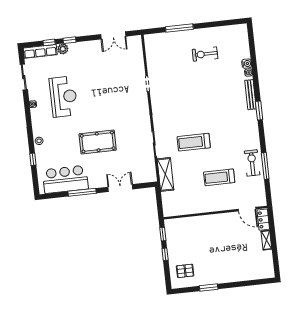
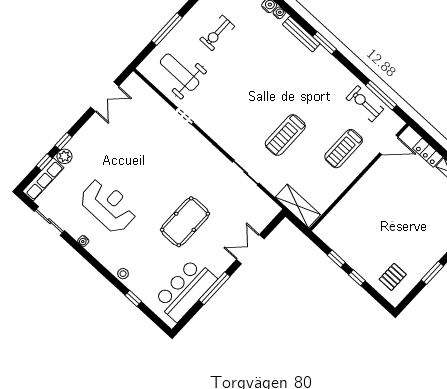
weight bench: (166, 58) -> (180, 72), added
shelving: (165, 174) -> (298, 206), moved
door: (247, 209) -> (389, 145), moved
wall: (215, 213) -> (359, 177), moved

